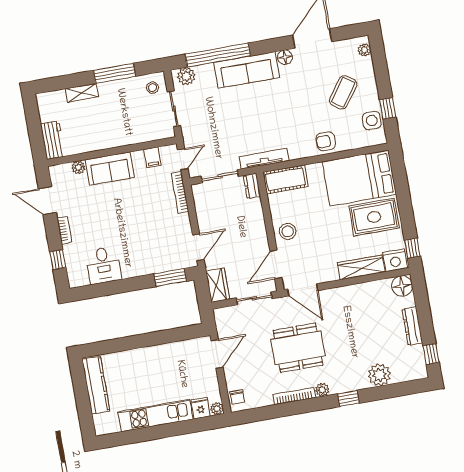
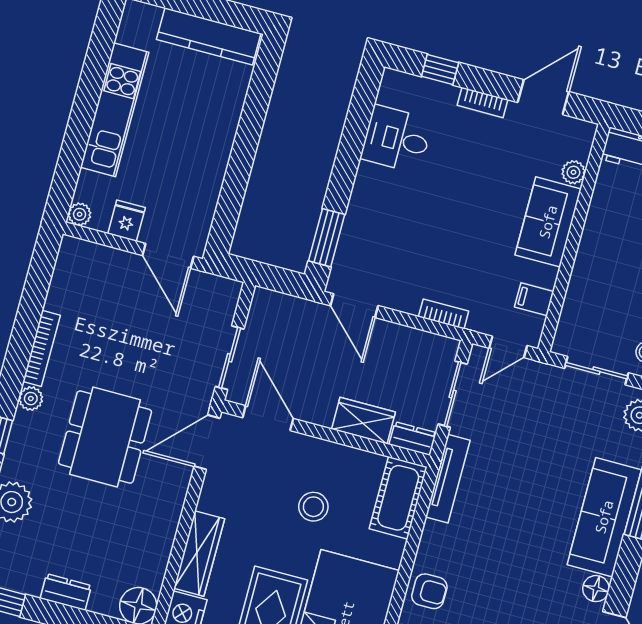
armchair: (326, 141) -> (429, 591), turned 90
door: (183, 159) -> (508, 347), hinge flipped
bookcase: (180, 193) -> (444, 314), width x0.64
stool: (288, 231) -> (313, 507), moved
wardrobe: (218, 285) -> (363, 421), moved, turned 180
dresser: (412, 326) -> (66, 592), width x0.70
dining table: (298, 348) -> (105, 437), moved
chair: (237, 397) -> (83, 256), removed
fridge: (201, 408) -> (127, 221), moved, turned -90

